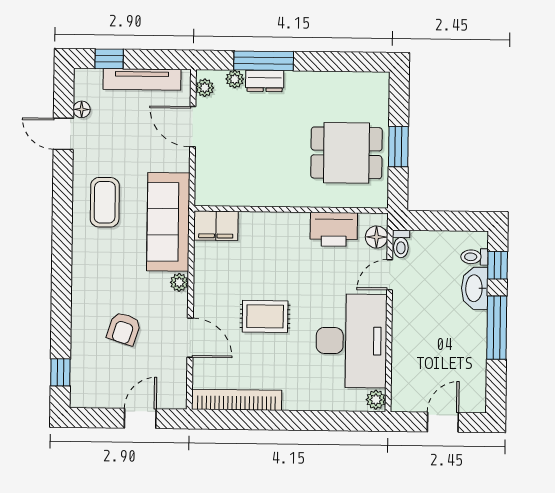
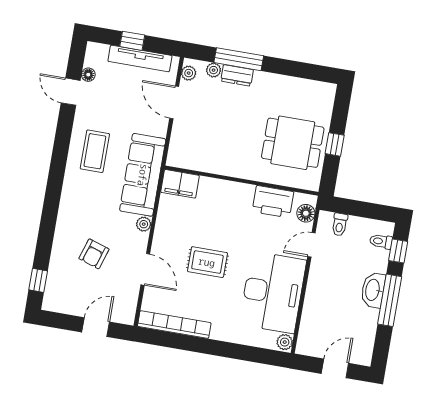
window: (109, 59) -> (132, 41), moved
window: (398, 147) -> (335, 144), width x0.67
toilet: (401, 244) -> (340, 224), moved
washbasin: (475, 288) -> (373, 290), moved

